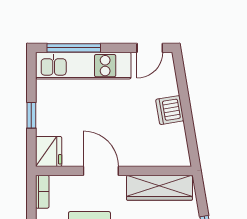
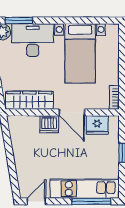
dishwasher: (170, 110) -> (49, 124), moved, turned 99
fridge: (49, 151) -> (97, 125), moved, turned -90

